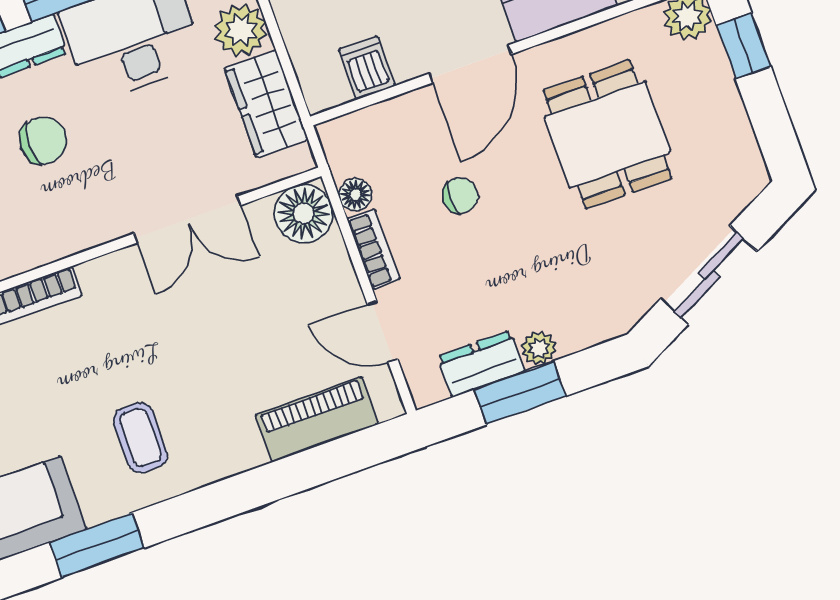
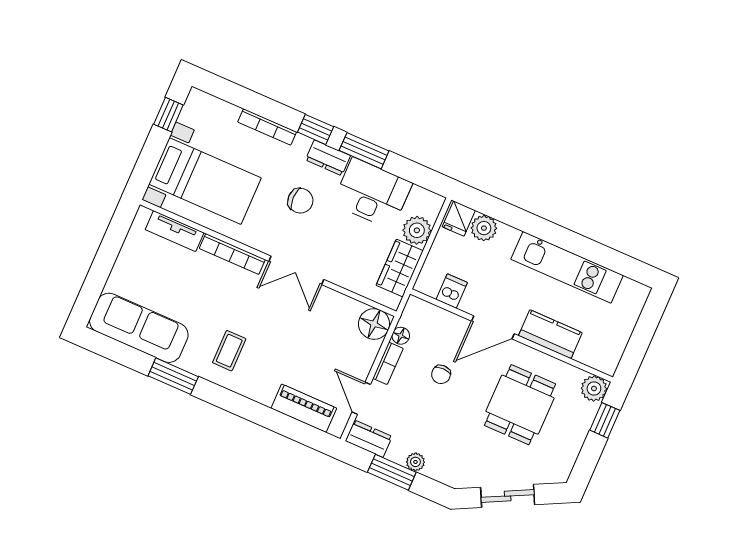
chair: (460, 195) -> (441, 374), turned 90
double door: (187, 219) -> (296, 270), moved
dresser: (481, 364) -> (369, 439), moved

